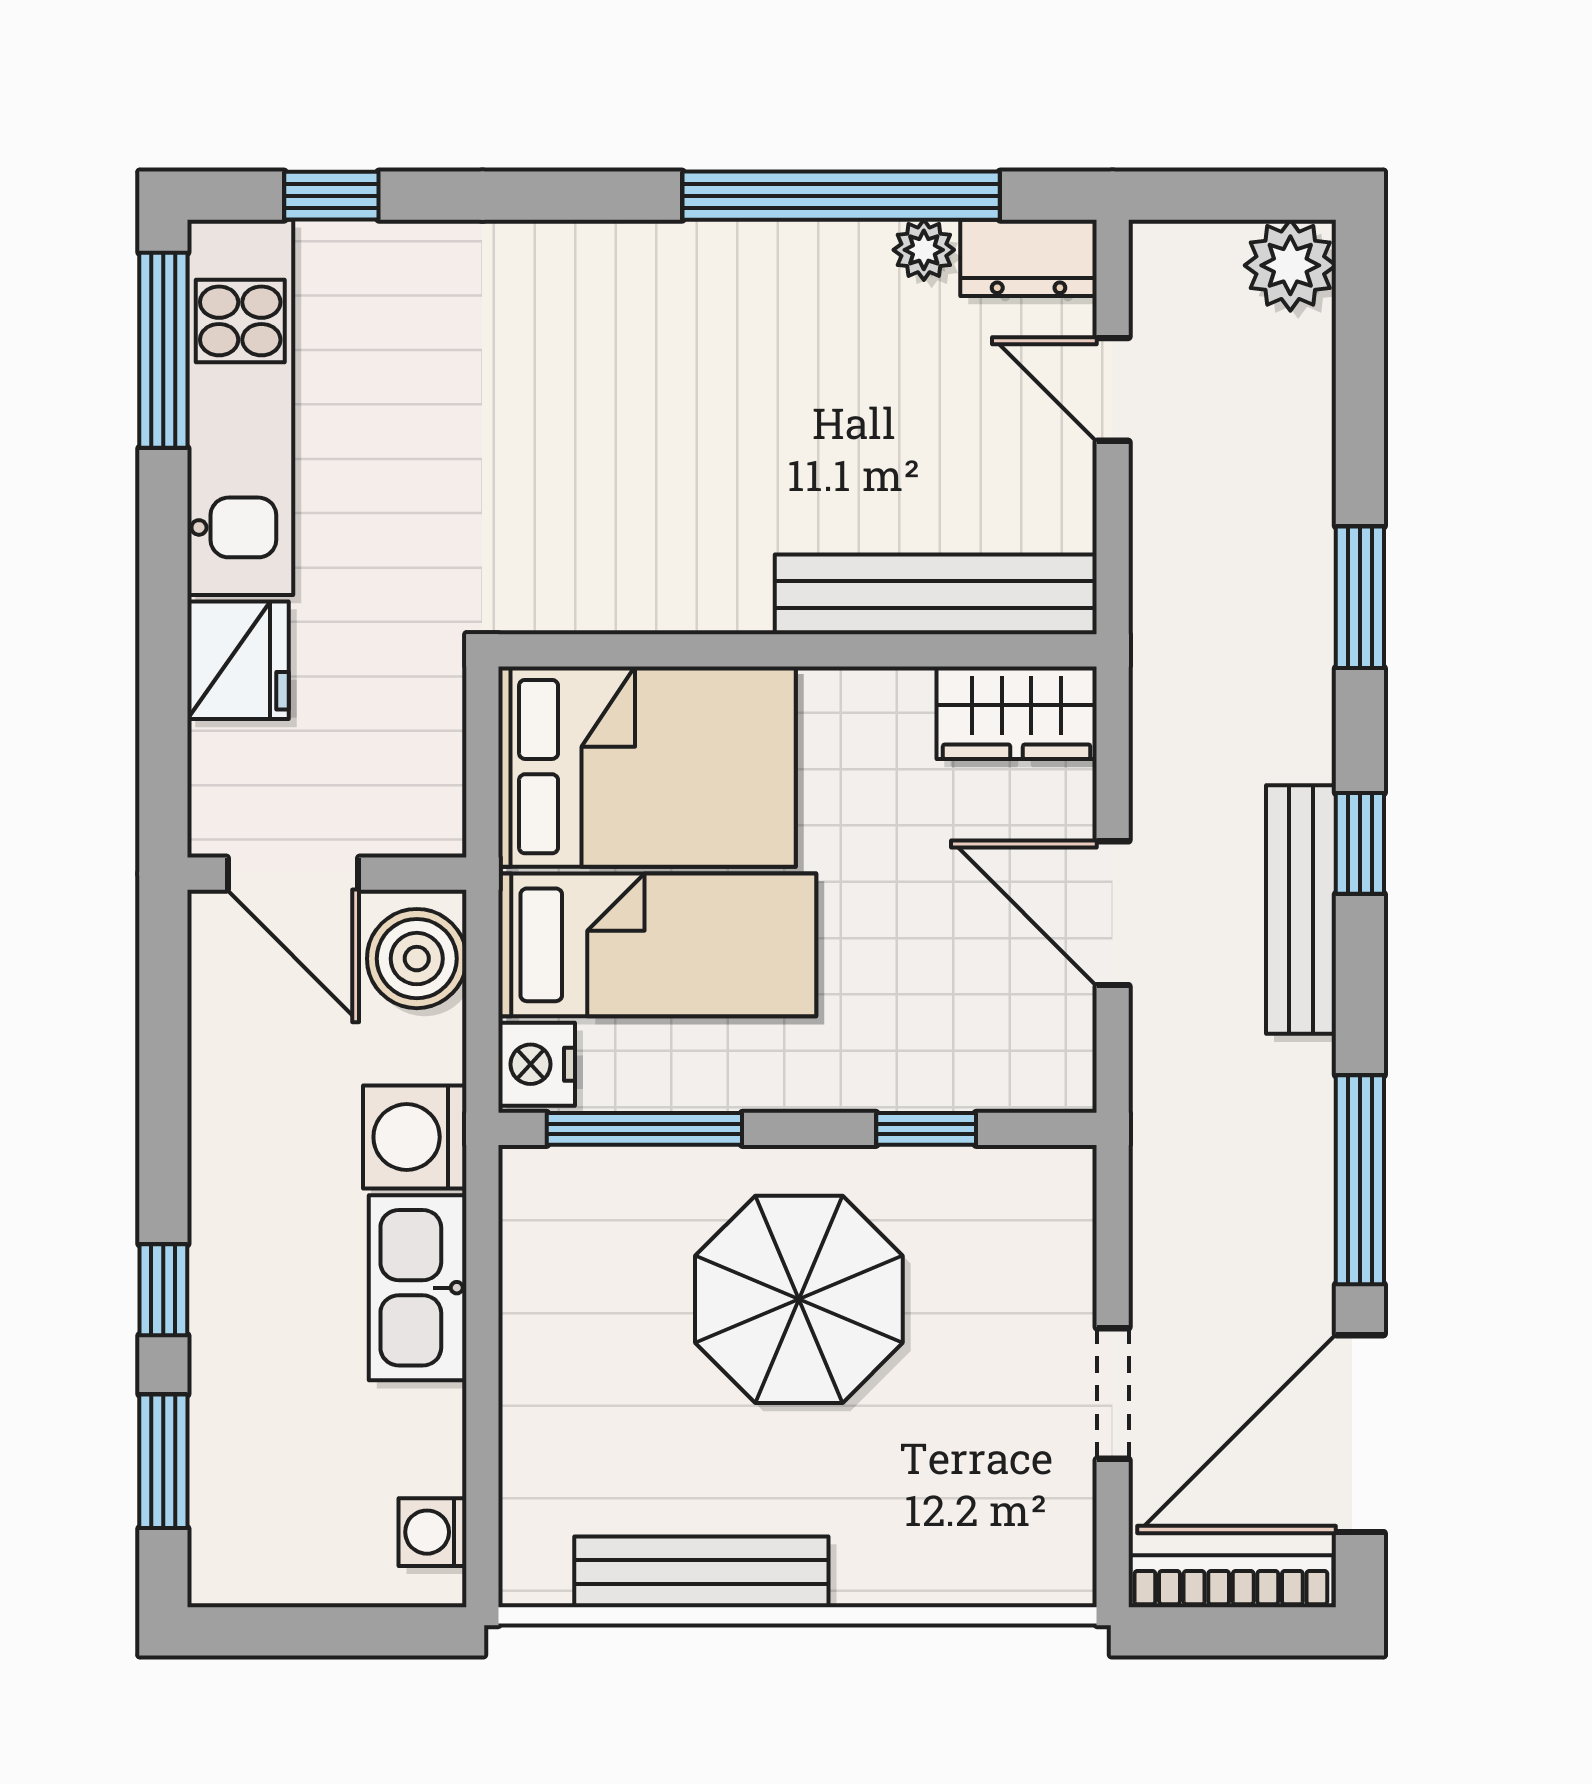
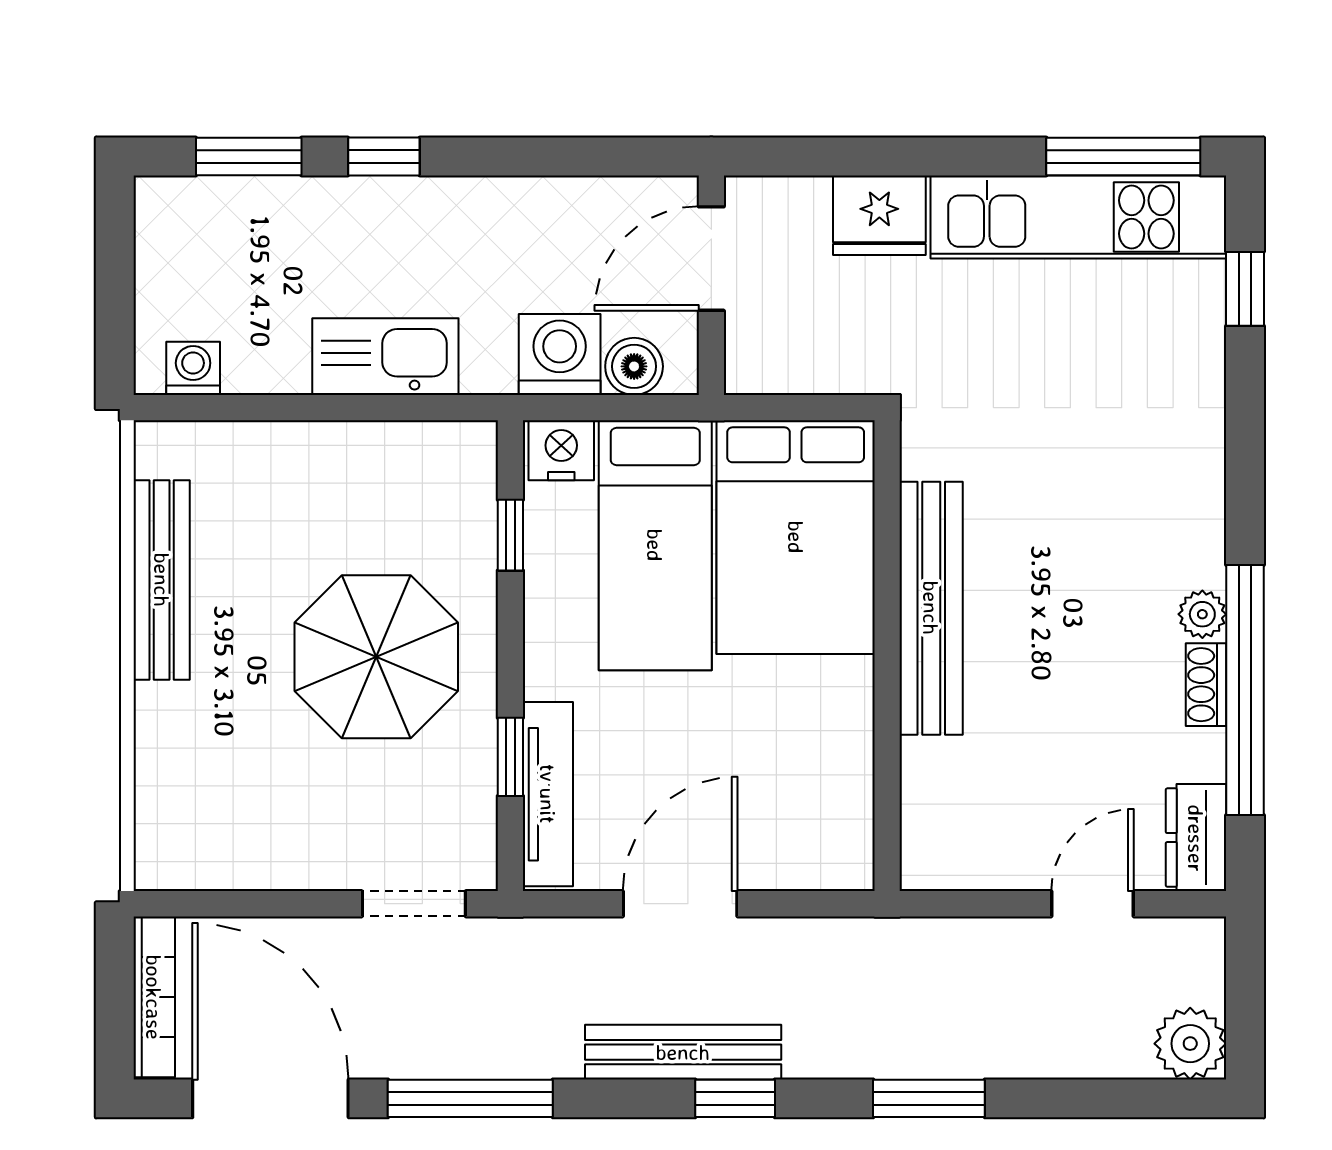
shoe rack: (834, 245) -> (1206, 685), added
plant: (924, 250) -> (1202, 614), moved
bench: (936, 594) -> (931, 608), moved
wardrobe: (1017, 713) -> (838, 828), removed
boiler: (417, 959) -> (634, 366), width x0.73, depth x0.73
tv unit: (974, 1081) -> (548, 794), added
window: (644, 1129) -> (510, 535), width x0.46
washing machine: (415, 1137) -> (560, 354), moved
doorway: (1113, 1394) -> (414, 904), moved

